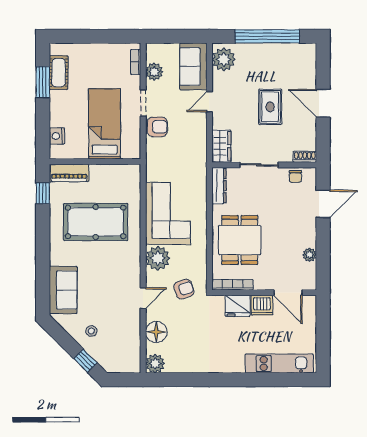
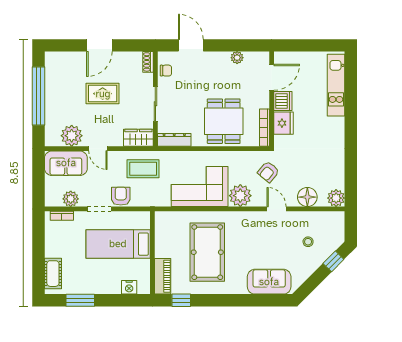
plant: (224, 59) -> (72, 136), moved
cot: (59, 73) -> (53, 274), moved, turned 90
coffee table: (187, 151) -> (143, 169), added
dining table: (240, 240) -> (224, 121), turned 90
armchair: (184, 289) -> (268, 172), turned -121
stool: (91, 331) -> (308, 242), moved

